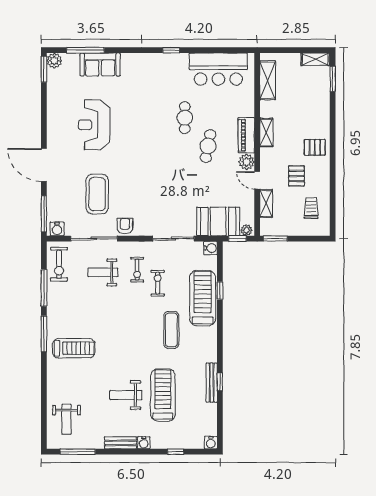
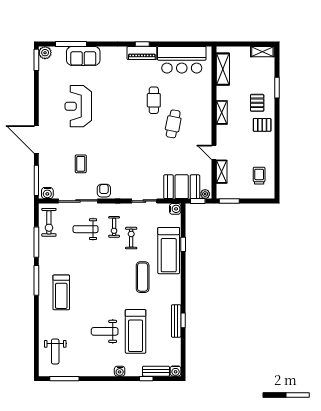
window: (333, 79) -> (277, 88), moved
piano: (246, 135) -> (142, 53), moved, turned -90
plant: (247, 162) -> (205, 137), removed
pallet: (296, 176) -> (257, 103), moved
coffee table: (97, 194) -> (81, 164), width x0.54, depth x0.58
sliding door: (173, 239) -> (144, 201), width x0.73
treadmill: (203, 298) -> (169, 251), turned 180
treadmill: (74, 348) -> (61, 292), turned 90
treadmill: (163, 395) -> (136, 331), turned 180
bench: (120, 443) -> (156, 371), moved

